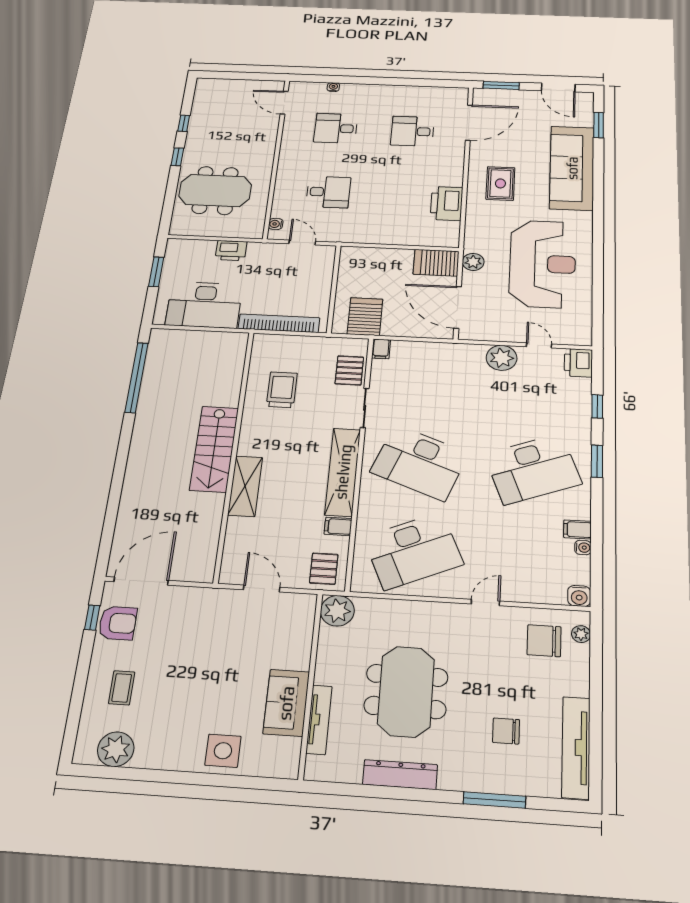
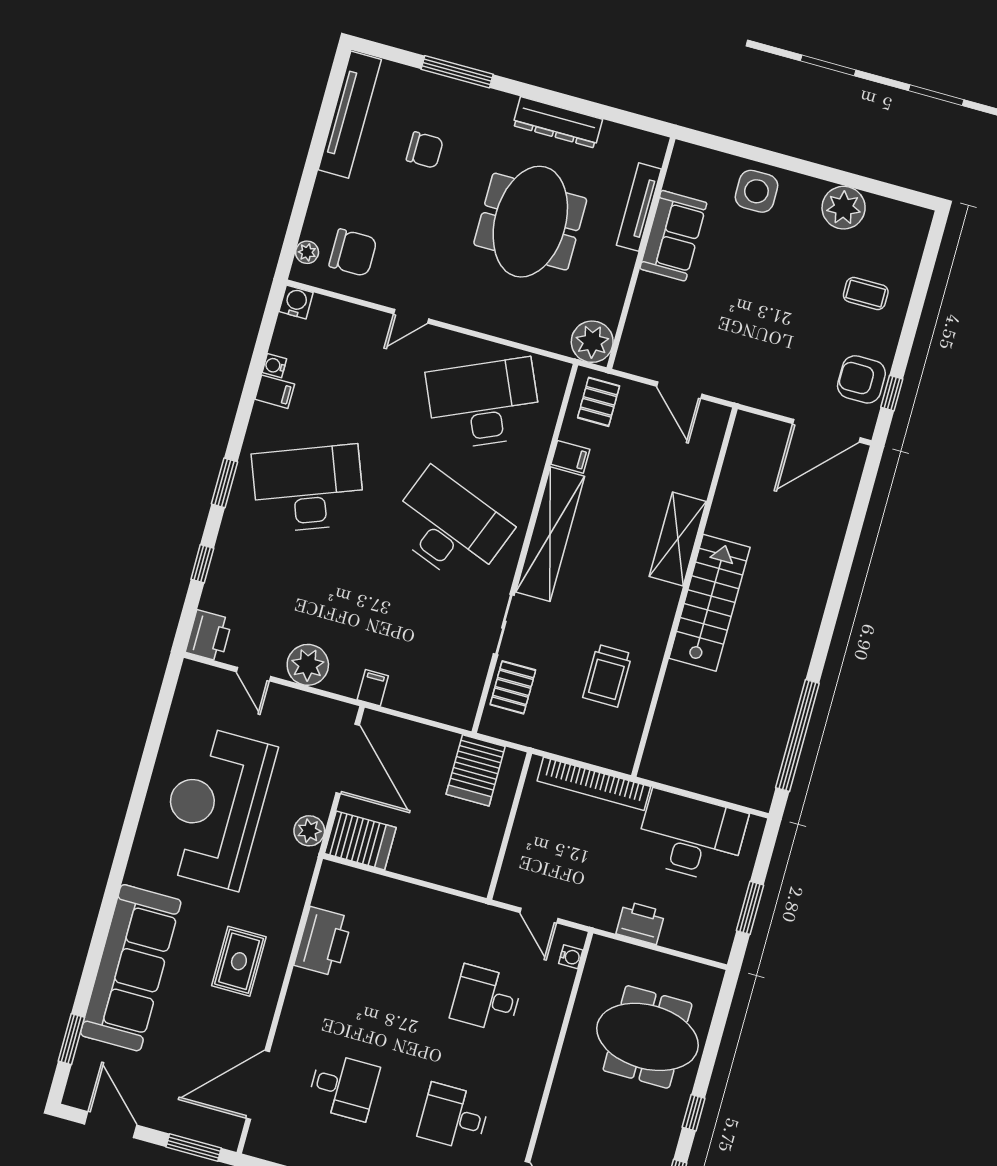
desk: (336, 128) -> (454, 1117), turned 180
filing cabinet: (381, 349) -> (373, 688), moved
coffee table: (122, 688) -> (866, 293), turned 90
plant: (116, 749) -> (844, 208), moved

